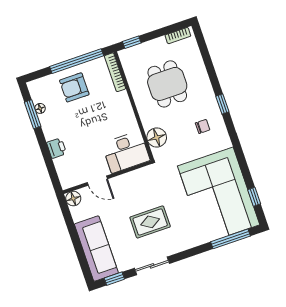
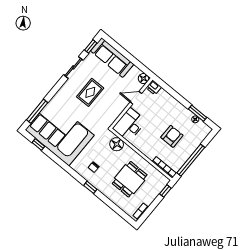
dining table: (167, 84) -> (130, 179), turned 90
armchair: (74, 87) -> (172, 136), moved
printer: (57, 148) -> (154, 87), moved

